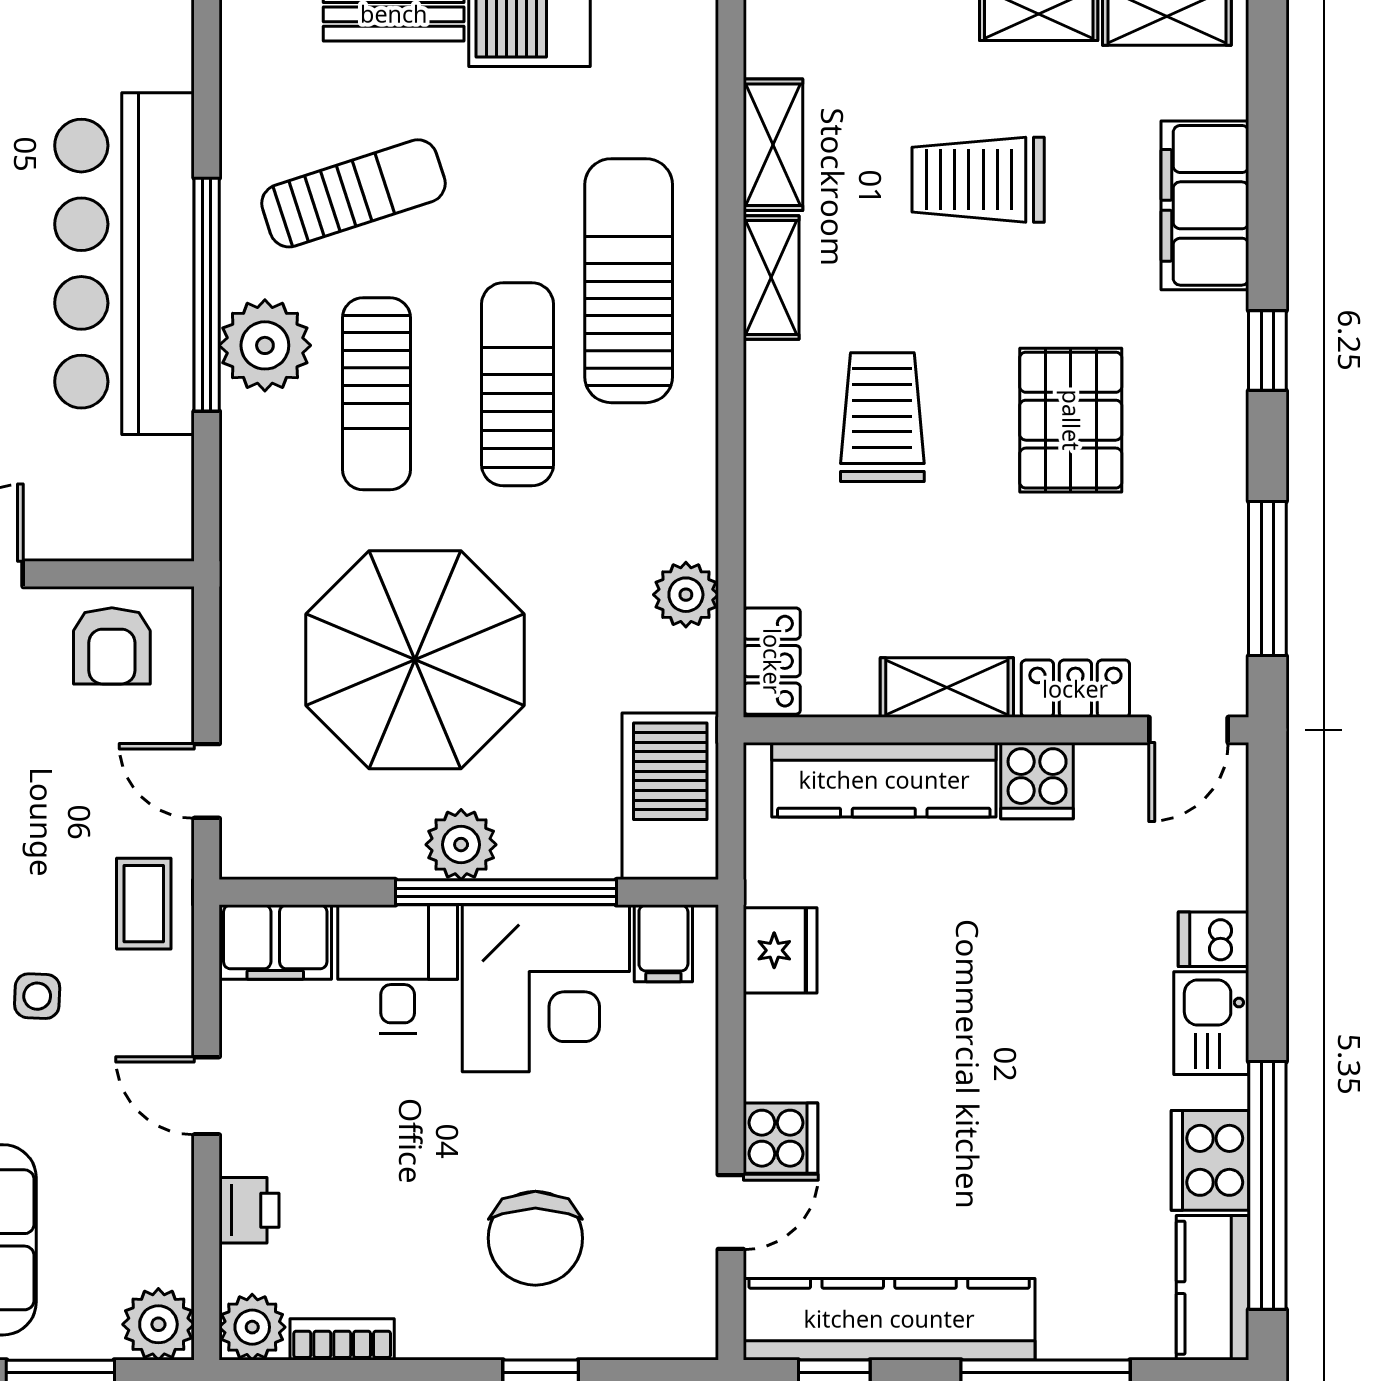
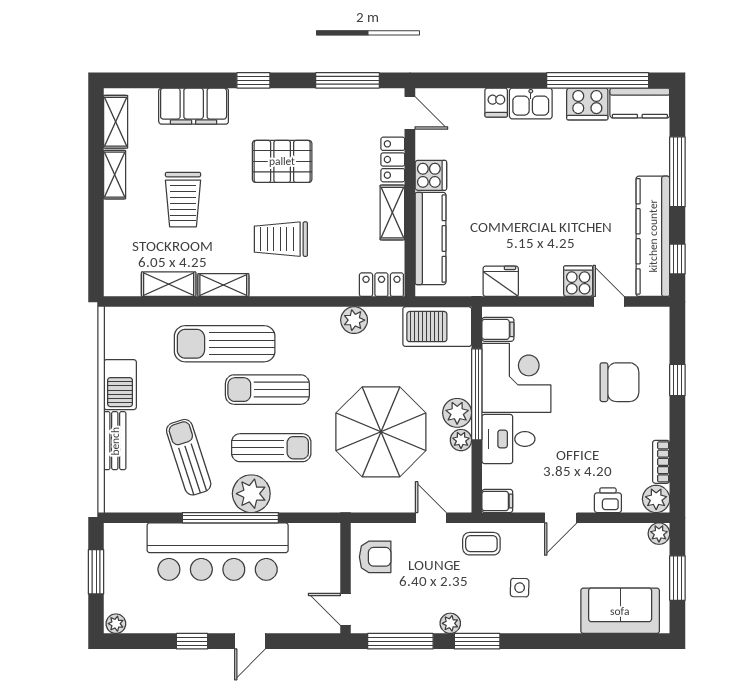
door: (207, 781) -> (431, 518), swing flipped
plant: (395, 854) -> (461, 440), added
filing cabinet: (275, 942) -> (497, 501), width x0.50
plant: (158, 1324) -> (659, 534), width x0.73, depth x0.73

